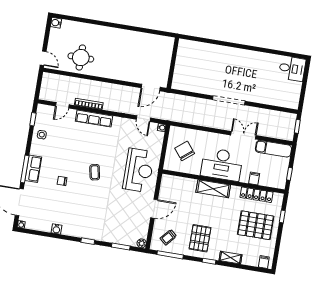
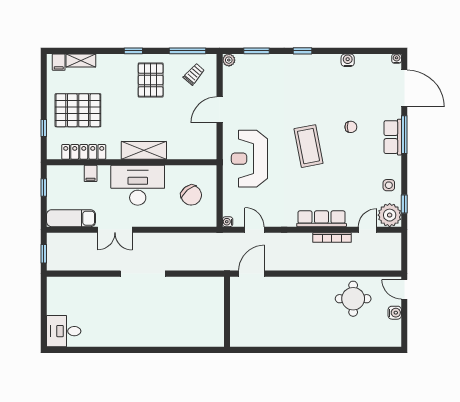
water cooler: (56, 23) -> (395, 313), moved
plant: (45, 113) -> (390, 215), added
coffee table: (95, 172) -> (308, 146), width x1.86, depth x1.72
shelving: (231, 258) -> (81, 60), moved

